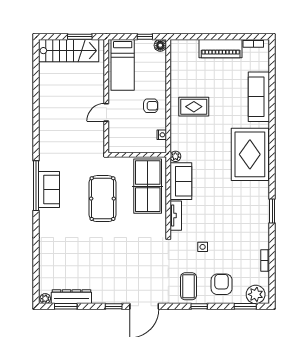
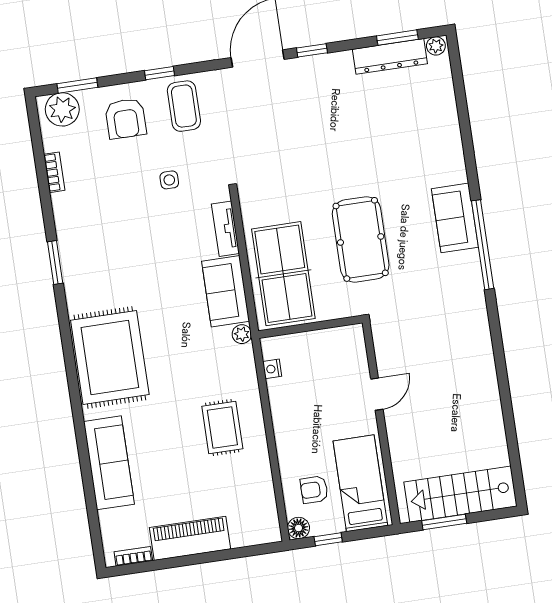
armchair: (151, 106) -> (314, 490), moved
rug: (194, 107) -> (222, 427), turned 90
sofa: (49, 189) -> (455, 218), moved

